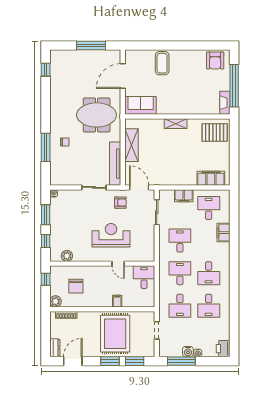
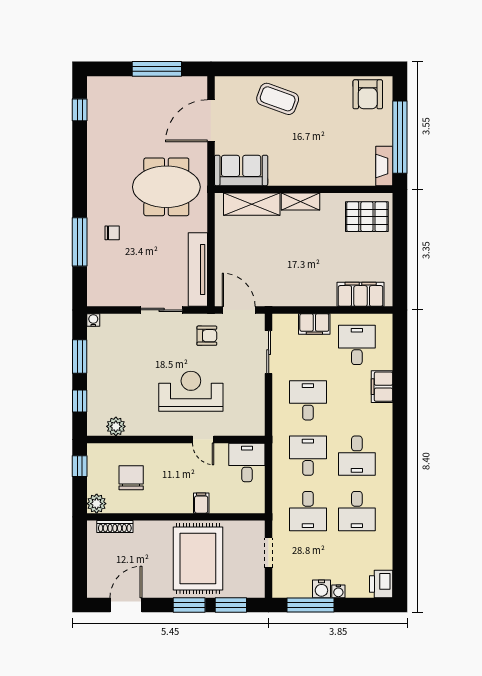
coffee table: (162, 63) -> (278, 99), turned -70
shelving: (132, 145) -> (252, 204), moved, turned 90
chair: (76, 286) -> (131, 478), turned 180
dresser: (55, 348) -> (95, 582), removed

